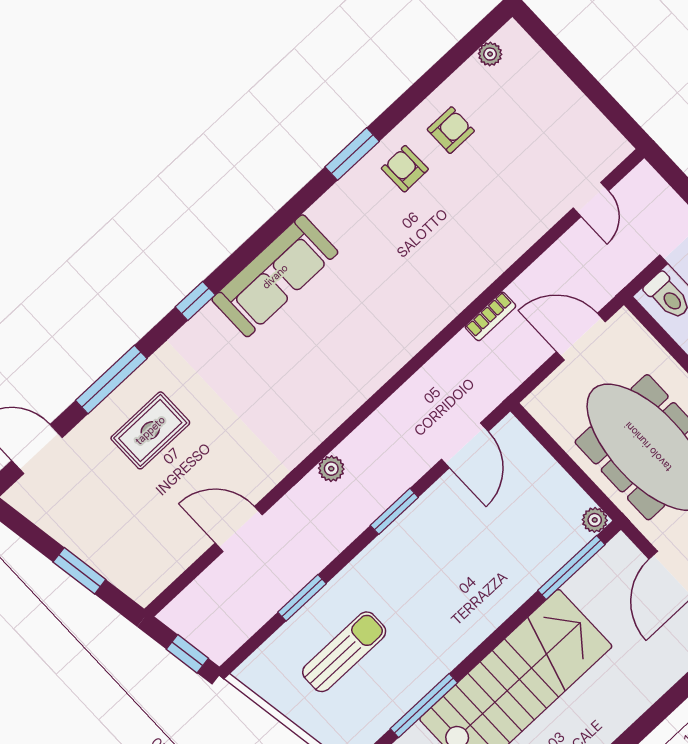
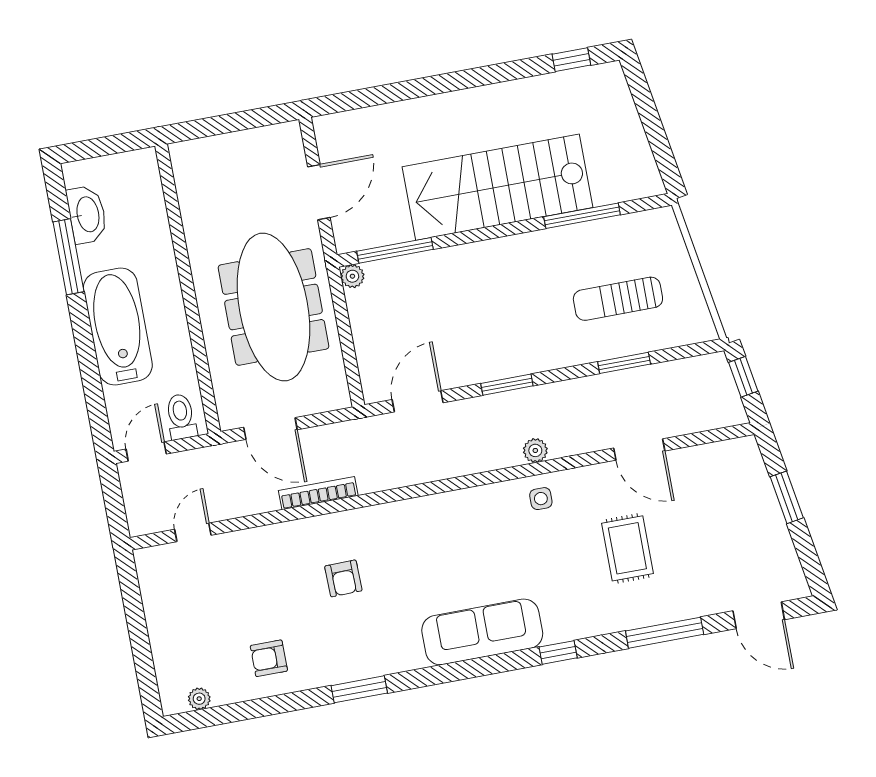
armchair: (405, 169) -> (343, 578), moved
bookcase: (490, 316) -> (318, 493), width x1.56
side table: (299, 429) -> (541, 499), added
rug: (150, 430) -> (627, 548), moved, turned 90

